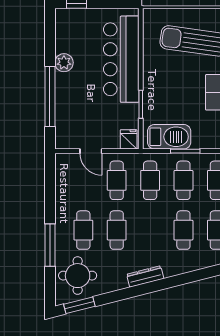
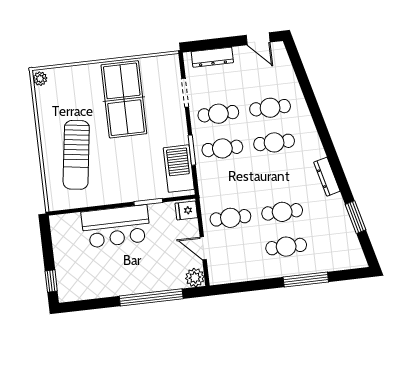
bar counter: (121, 59) -> (116, 226), width x0.73
plant: (64, 63) -> (195, 278), moved
door: (91, 151) -> (203, 248), swing flipped
cafe table: (150, 180) -> (226, 183), removed
round table: (78, 276) -> (334, 247), removed
window: (79, 305) -> (355, 217), moved

